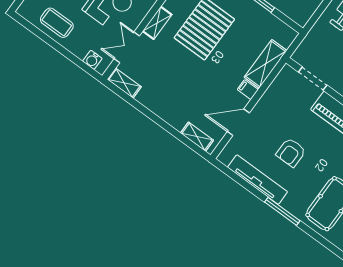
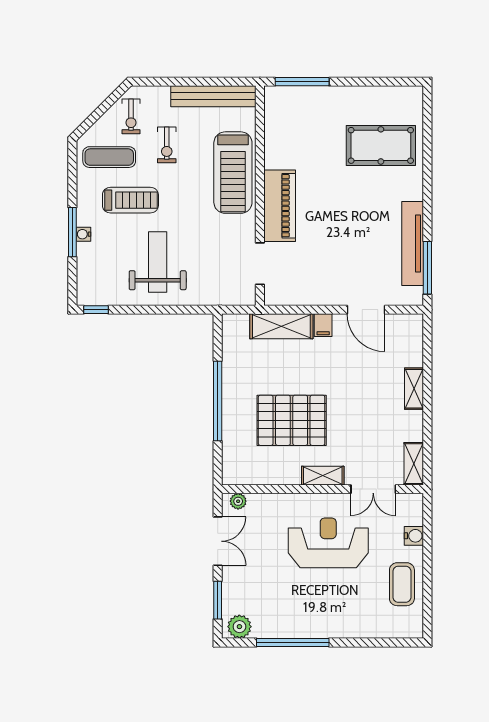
water cooler: (92, 60) -> (414, 536), moved
shelving: (197, 137) -> (414, 389), moved
armchair: (291, 152) -> (357, 229), removed
window: (282, 211) -> (427, 268), moved

